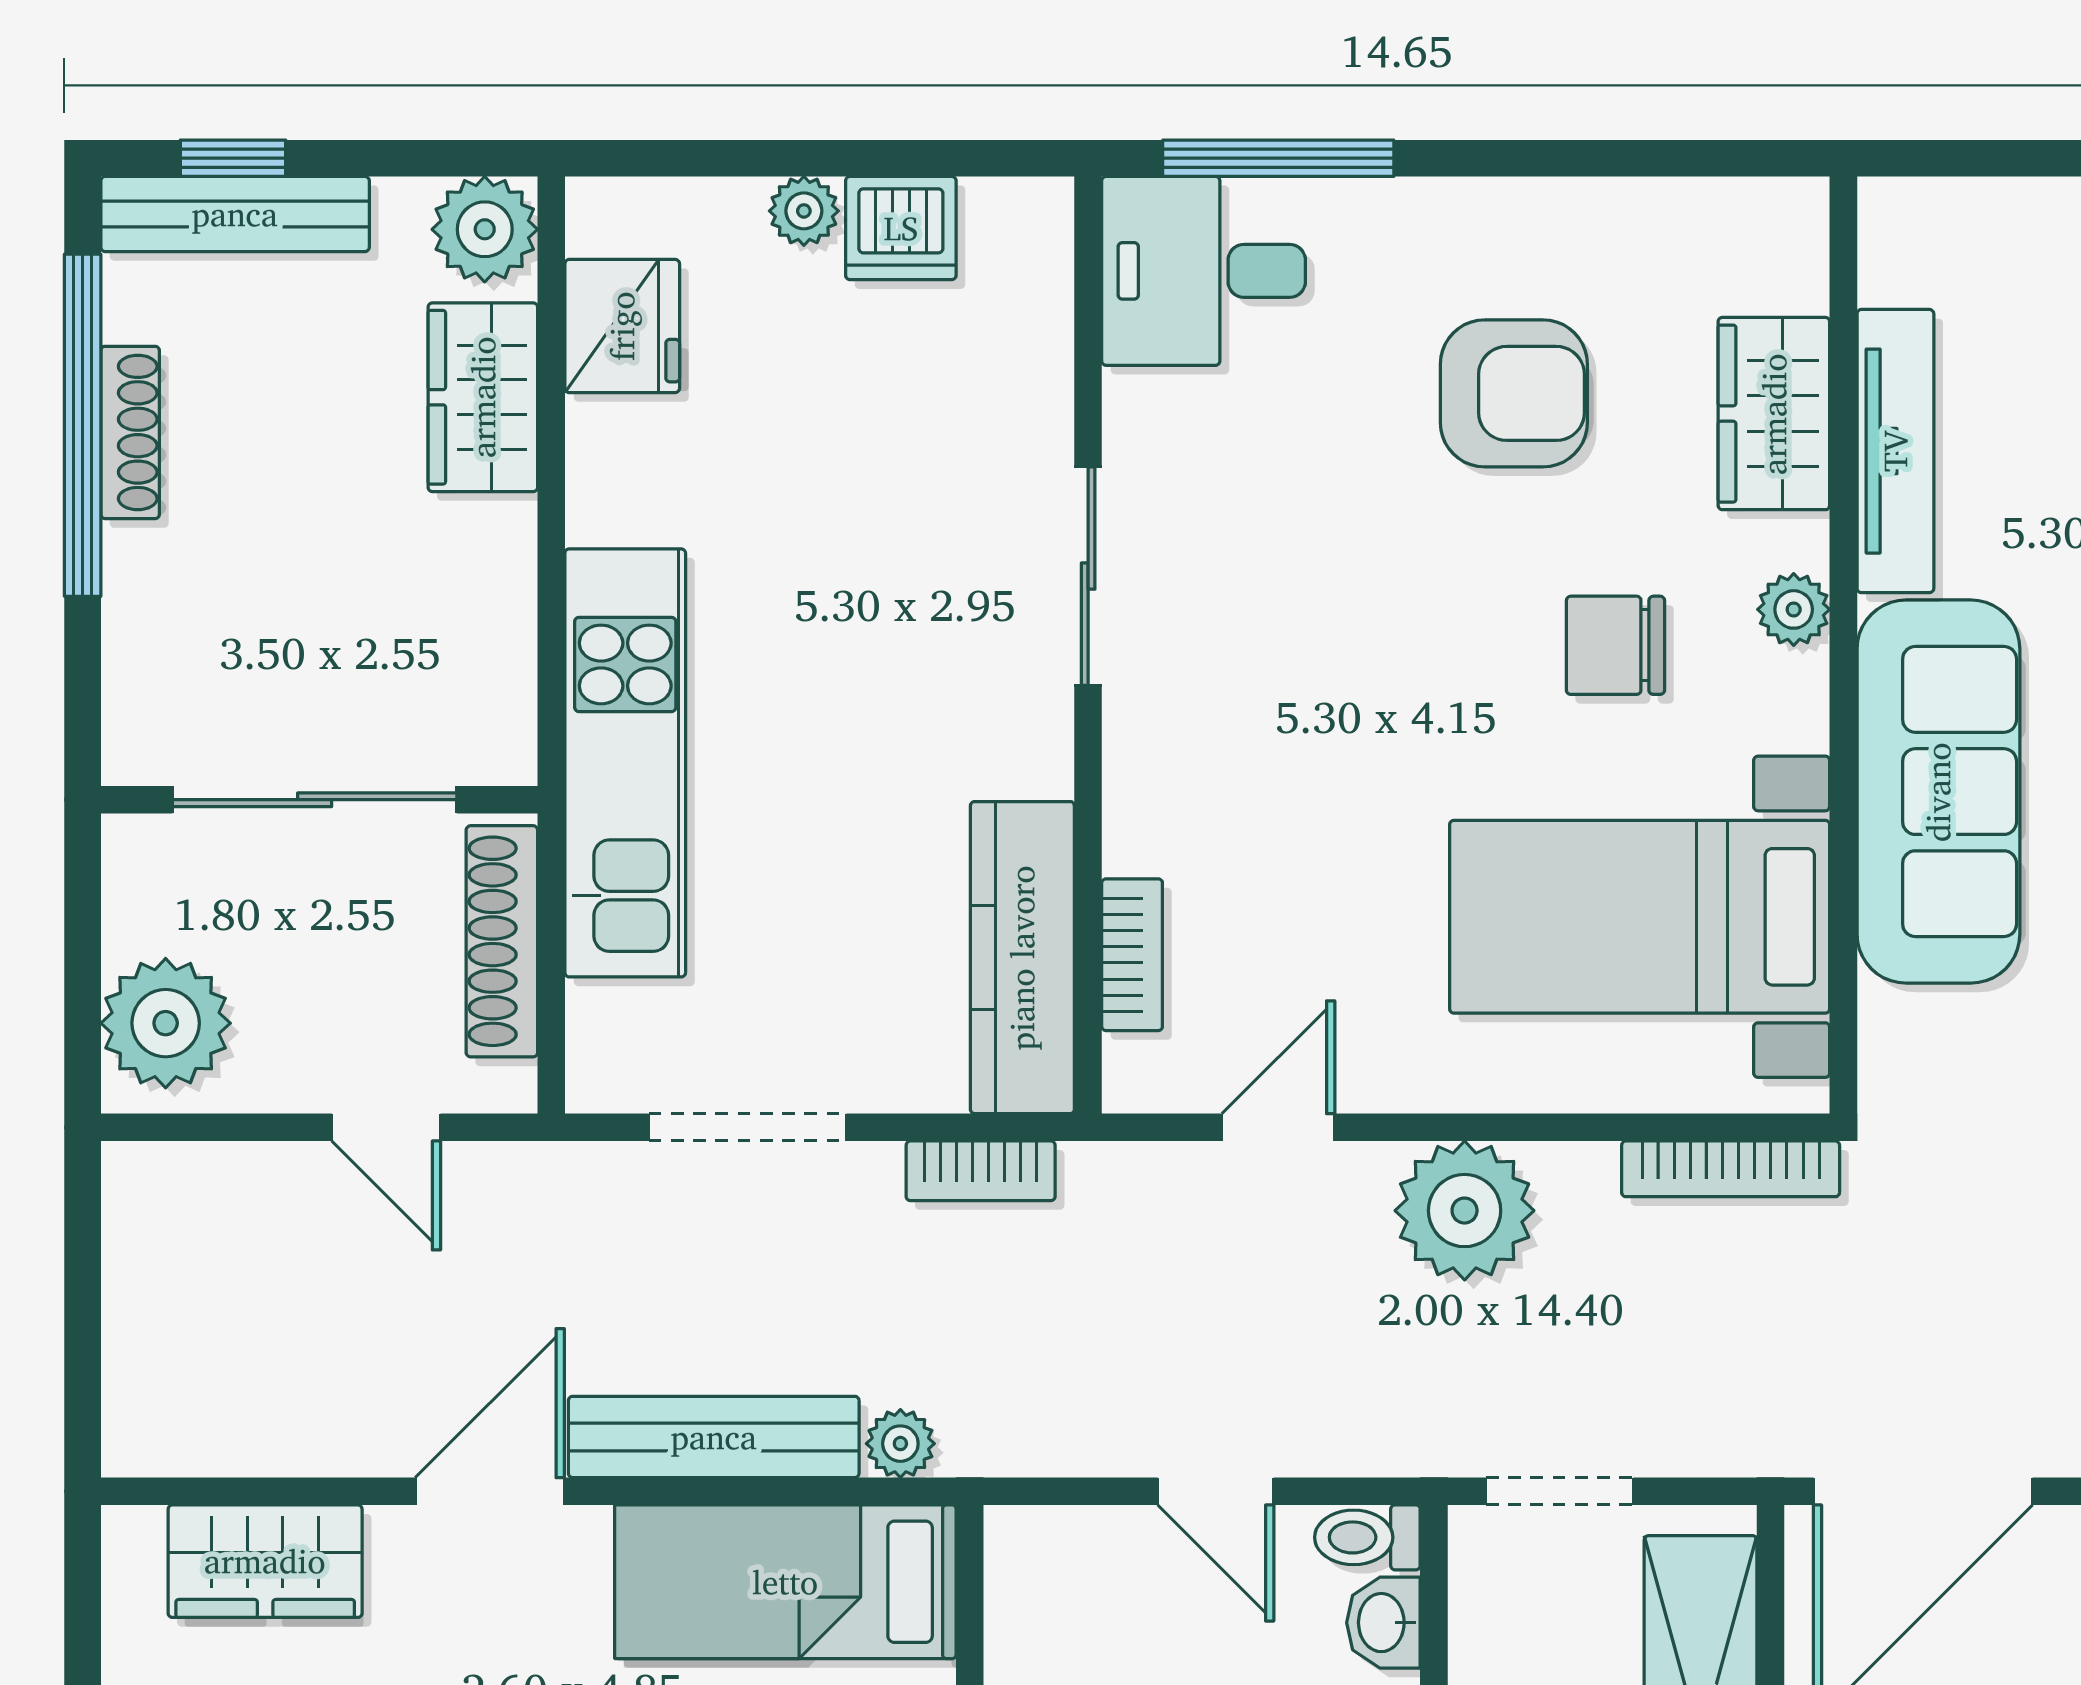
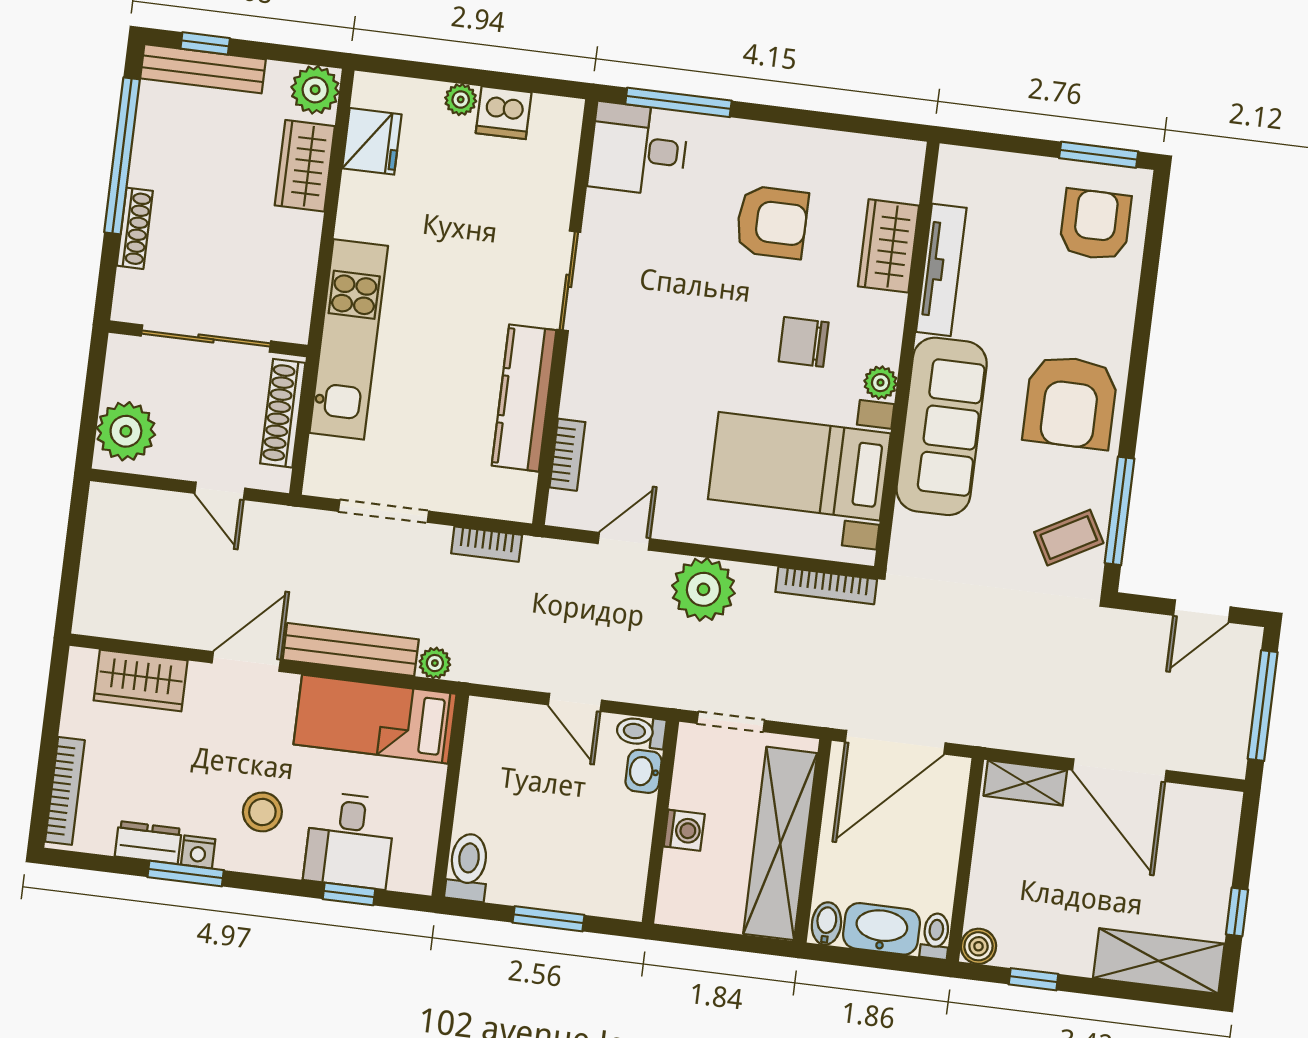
shoe rack: (130, 432) -> (135, 228), moved
plant: (1794, 609) -> (881, 383), moved
kitchen counter: (1022, 958) -> (524, 398), moved

